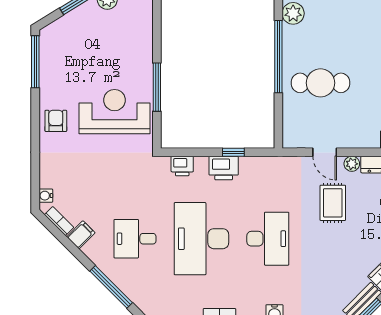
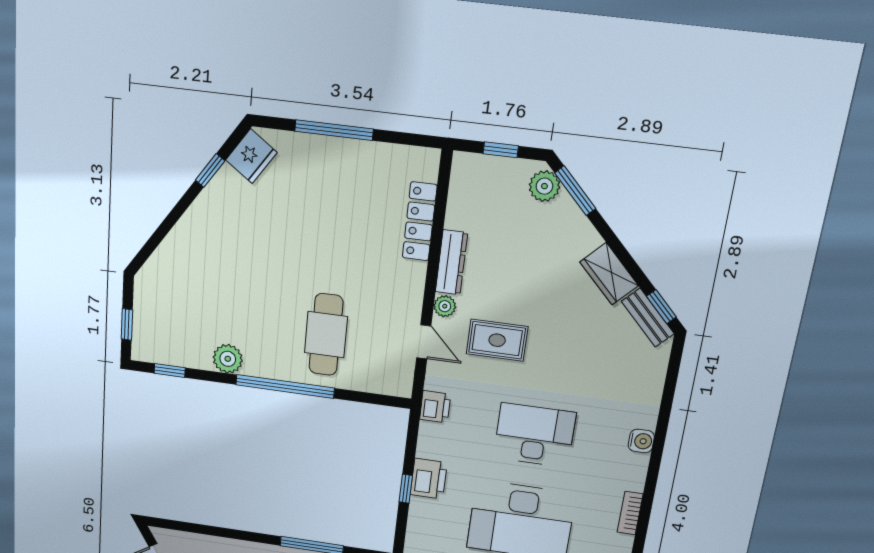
window: (233, 152) -> (406, 489), moved
door: (325, 152) -> (424, 342), hinge flipped
printer: (182, 166) -> (435, 407), moved

